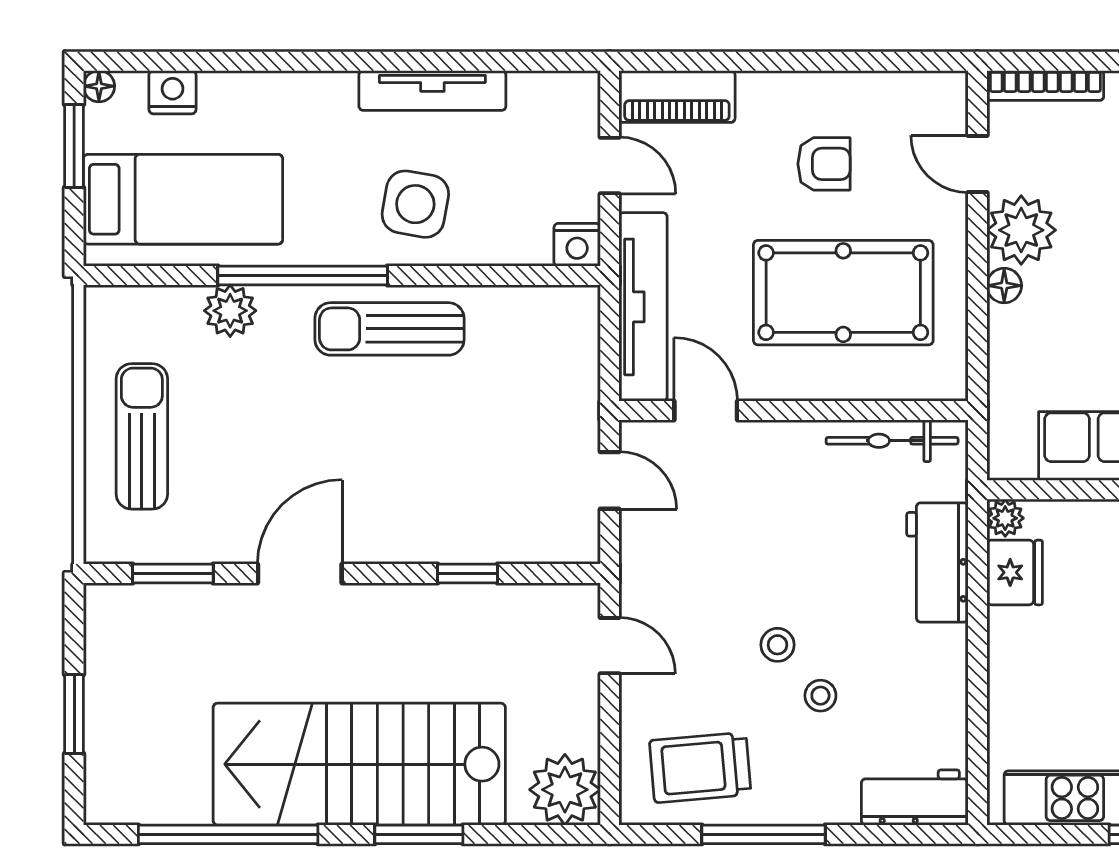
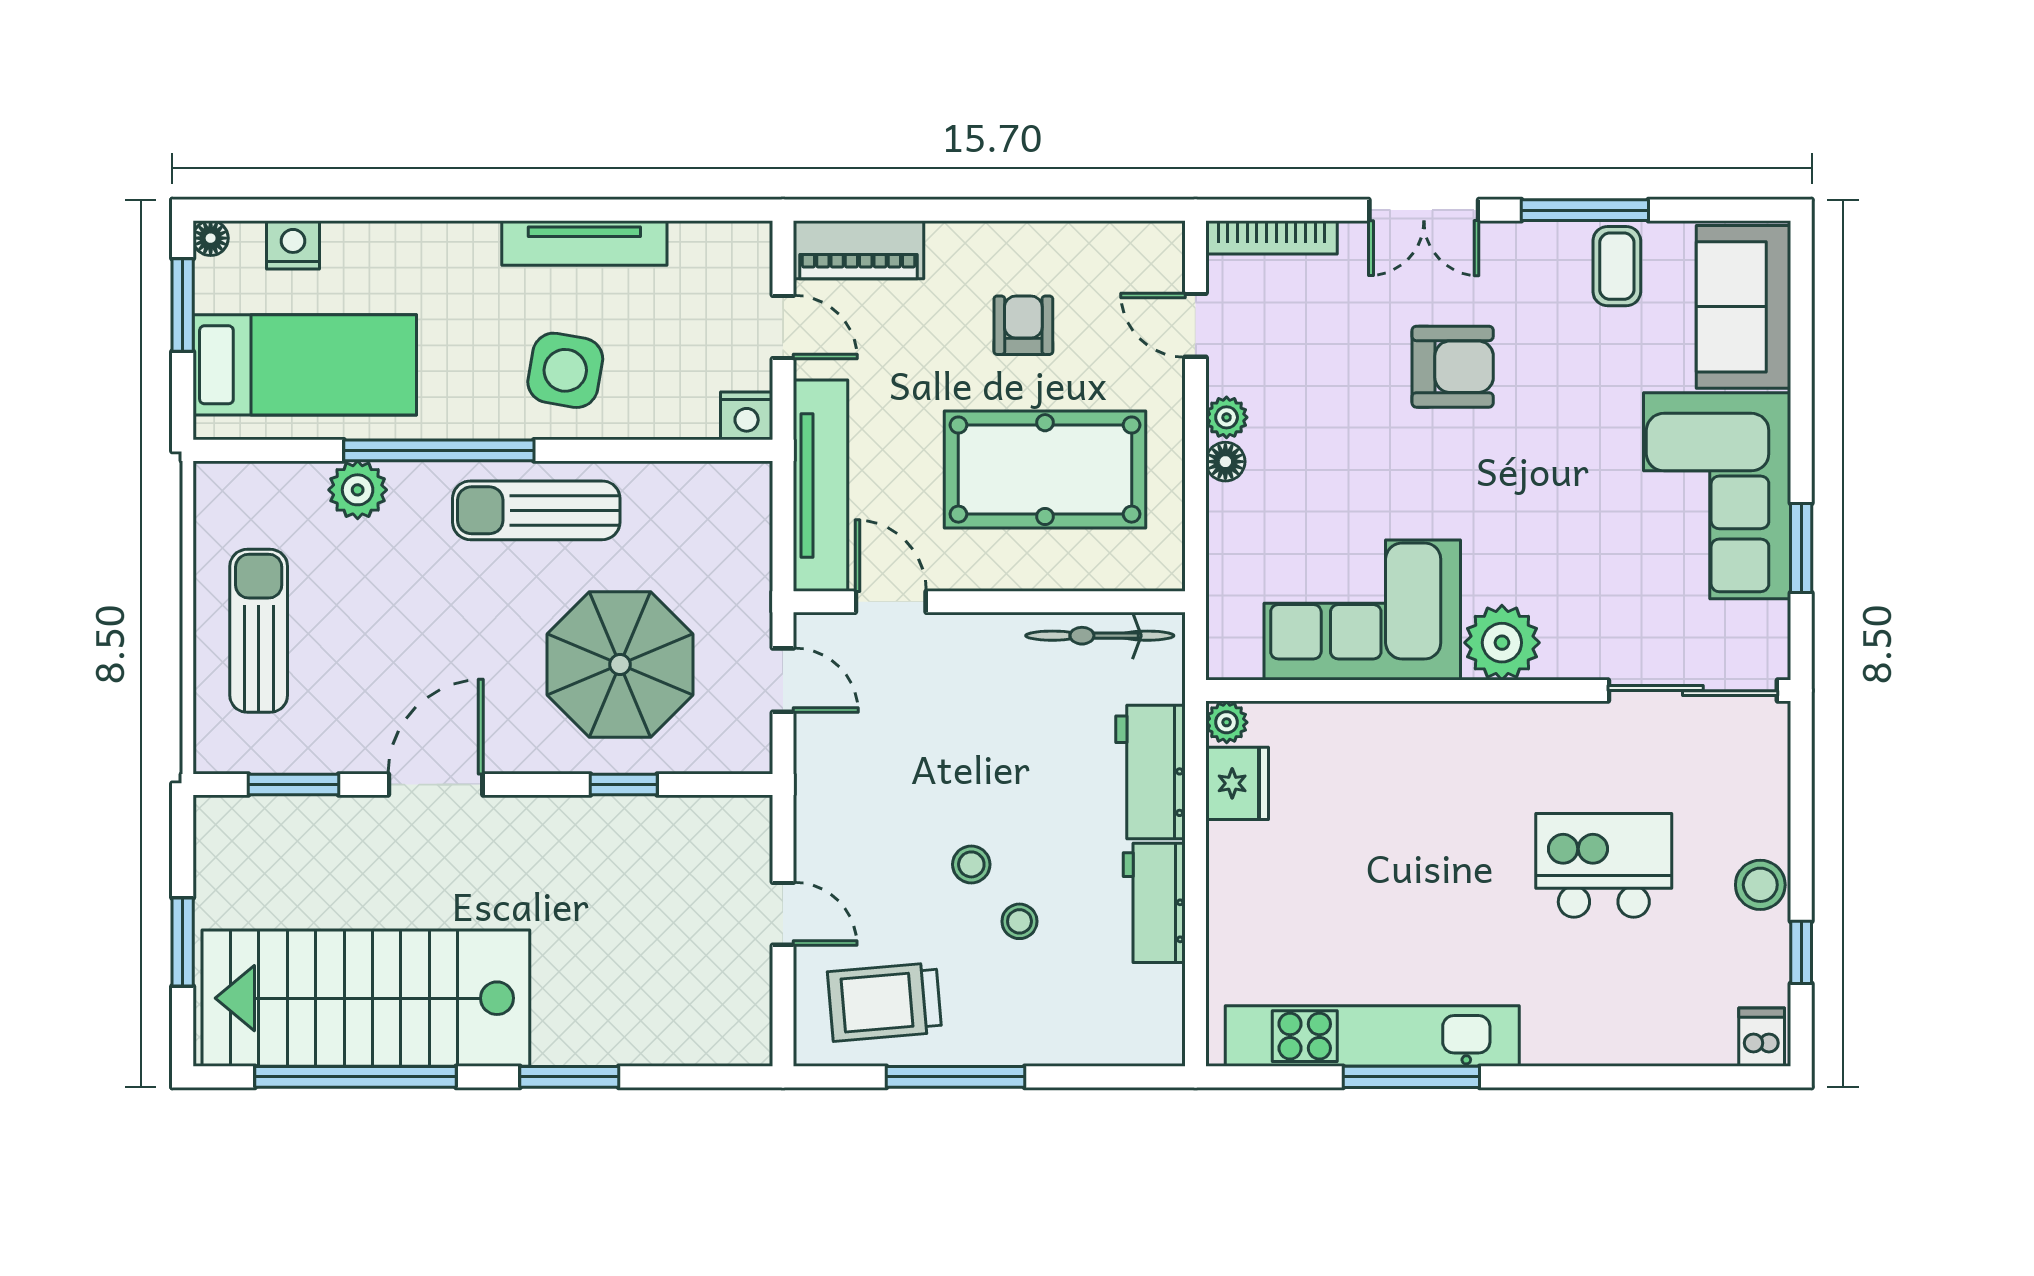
armchair: (824, 164) -> (1023, 325), turned -90
plant: (1021, 230) -> (1227, 417), width x0.53, depth x0.53
parasol: (464, 466) -> (620, 665), added
door: (610, 646) -> (783, 914), moved
stairs: (359, 764) -> (366, 998), moved
plant: (565, 790) -> (733, 1027), removed
workbench: (915, 797) -> (1154, 903), moved, turned -90

